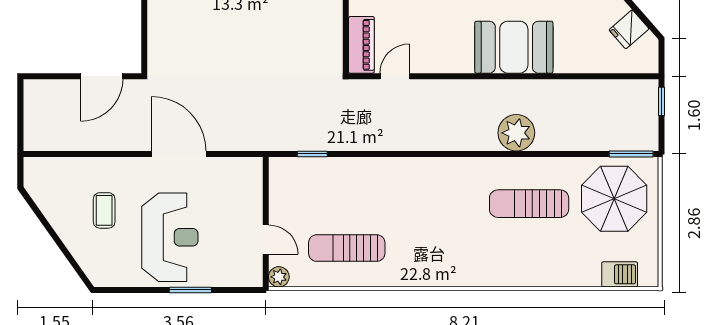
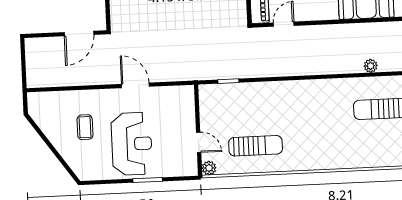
plant: (516, 133) -> (371, 66), width x0.53, depth x0.53
door: (179, 154) -> (135, 85), width x0.73
sun lounger: (347, 248) -> (256, 146), turned 180

